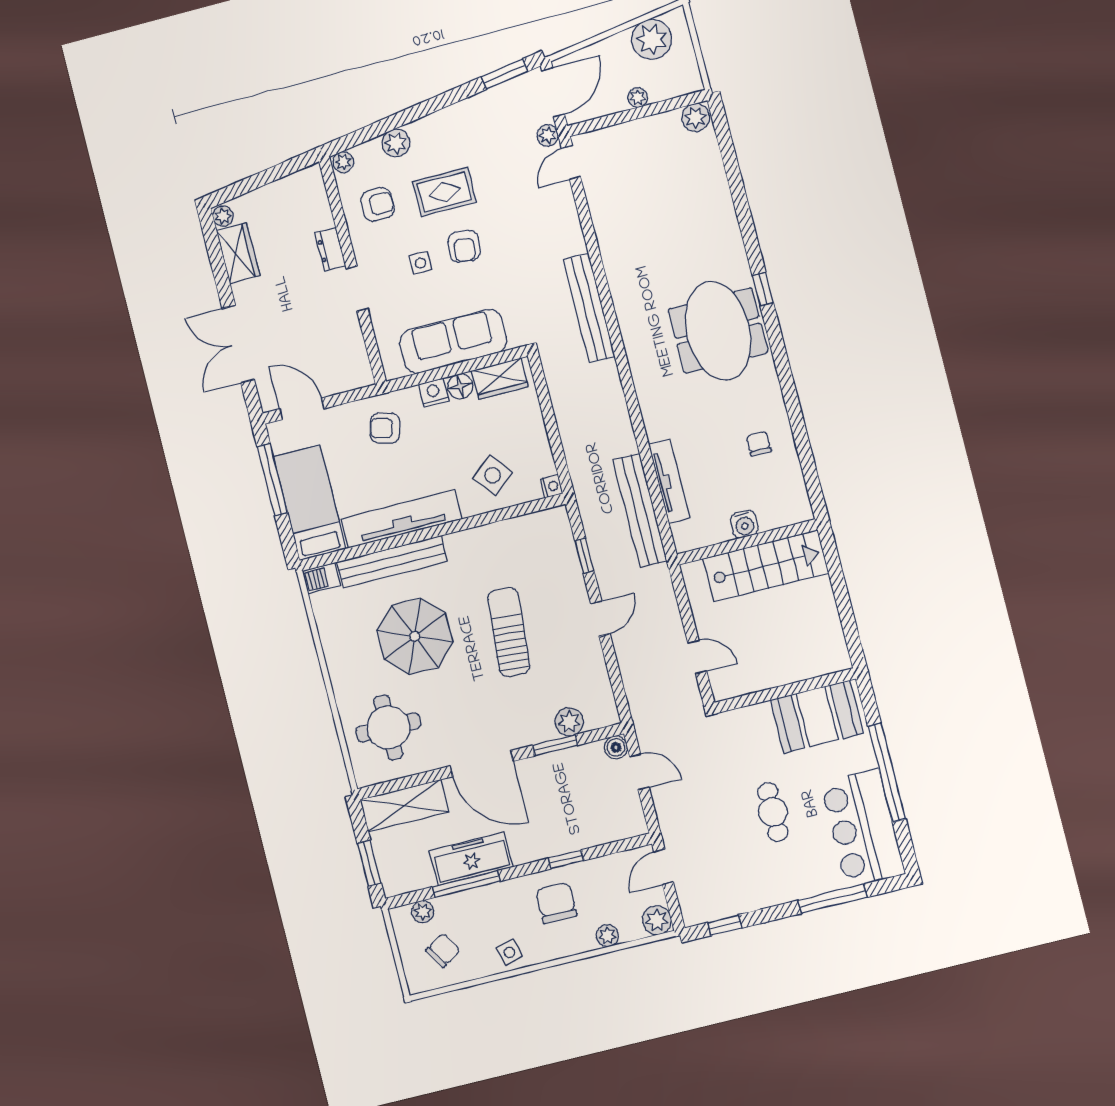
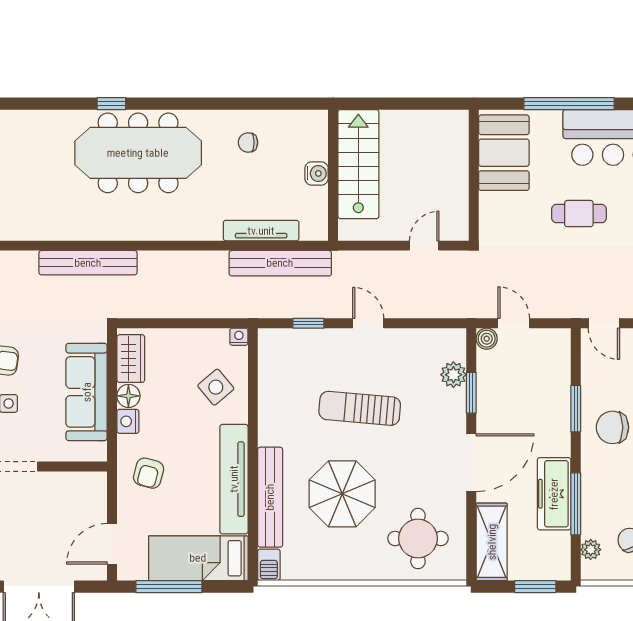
meeting table: (718, 331) -> (138, 153), width x1.36
door: (639, 772) -> (514, 323), hinge flipped
window: (566, 859) -> (576, 409), width x1.50

